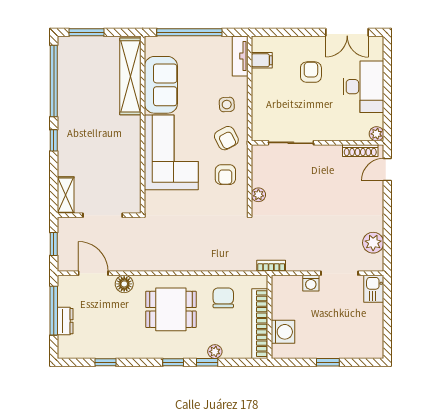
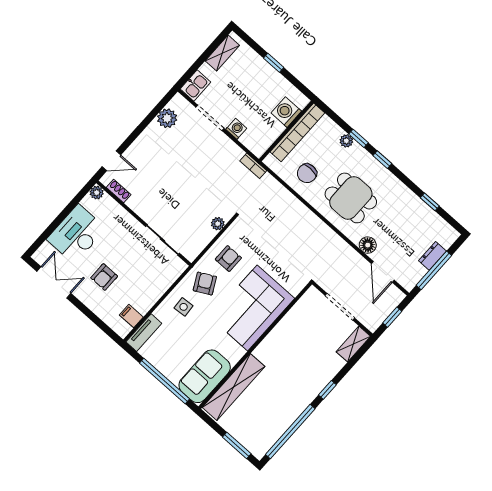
sofa: (161, 85) -> (205, 376), moved
shoe rack: (360, 151) -> (119, 191), width x0.70
shelving: (375, 334) -> (222, 53), added

